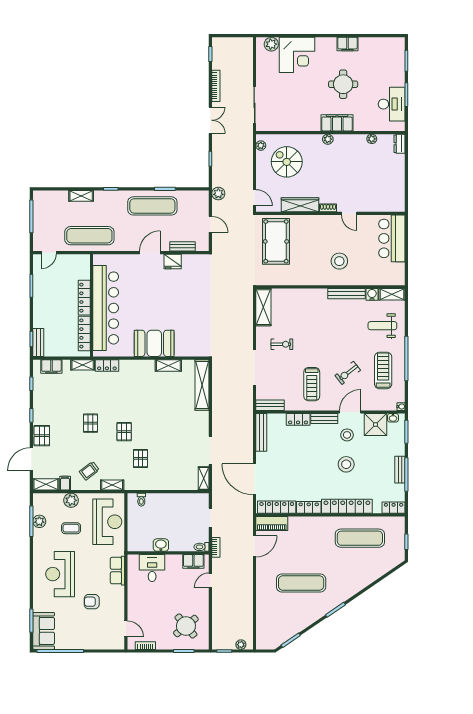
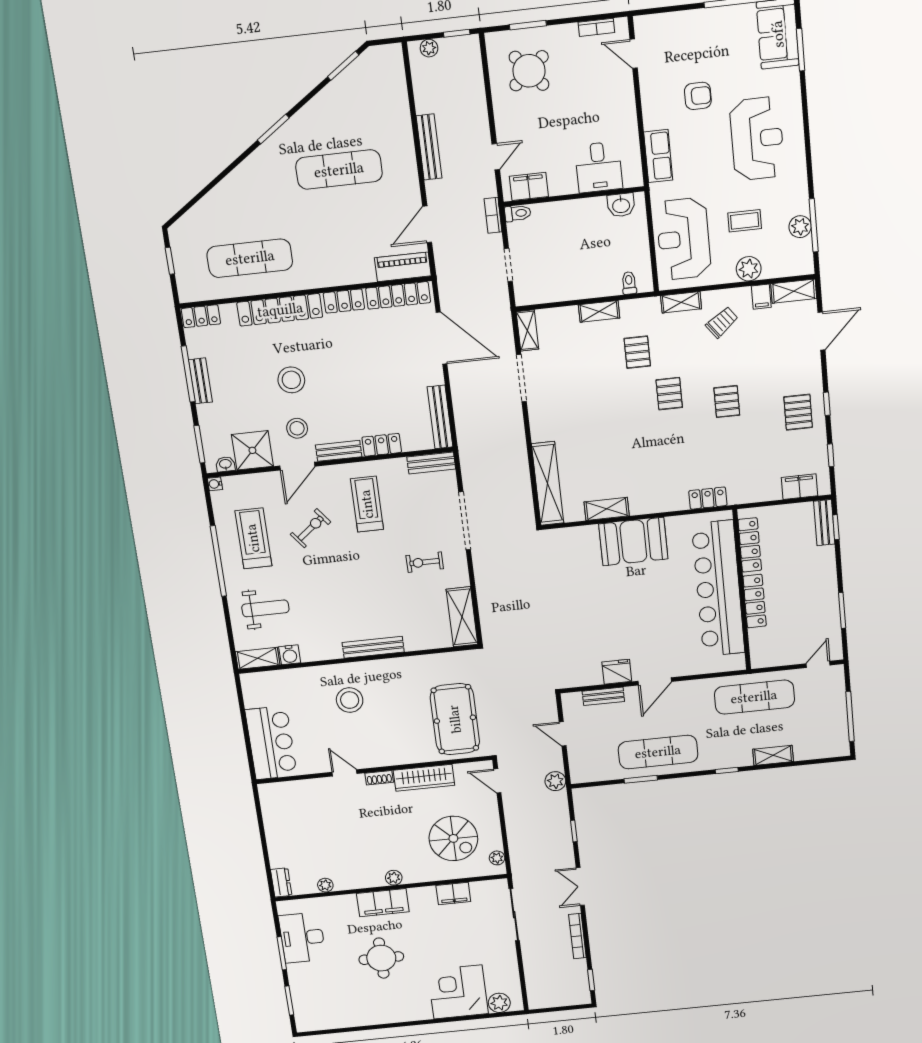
filing cabinet: (347, 44) -> (453, 893), moved, turned 180
bench: (346, 294) -> (373, 647), moved
shelving: (83, 365) -> (599, 311), moved
treadmill: (383, 370) -> (253, 538), turned 180
pallet: (42, 436) -> (798, 412), moved
washbasin: (161, 545) -> (621, 205), moved
bench: (248, 590) -> (429, 147), added

